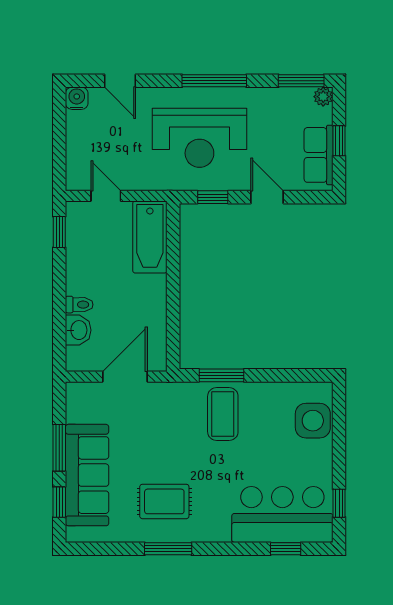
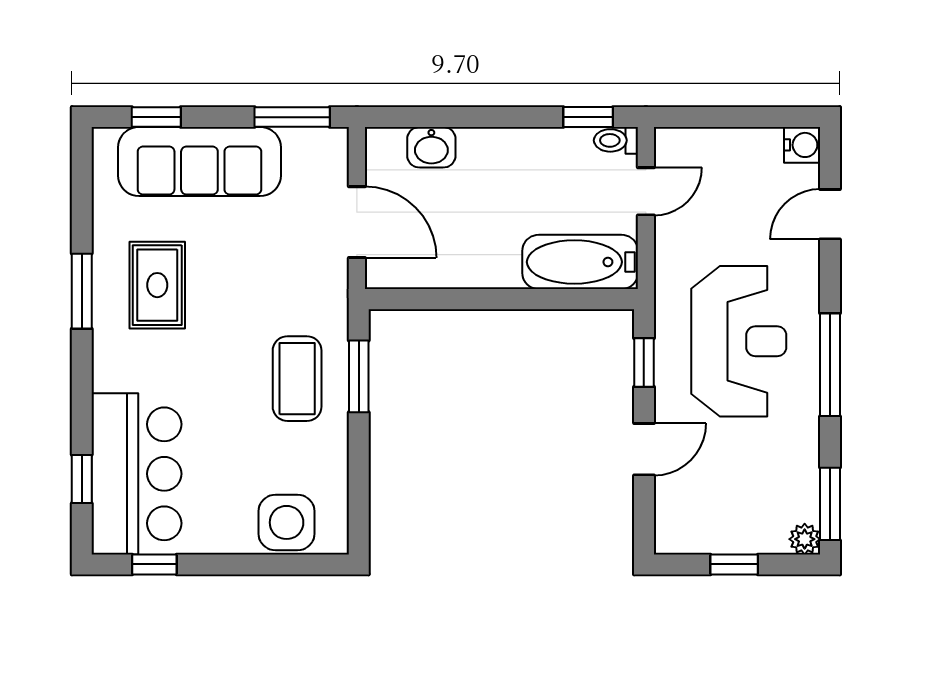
reception desk: (199, 138) -> (739, 341), turned 180
row of seats: (319, 155) -> (711, 532), removed
toilet: (79, 305) -> (616, 140), moved, turned 90
coffee table: (223, 414) -> (297, 379), turned 90
window: (59, 448) -> (292, 117), moved

